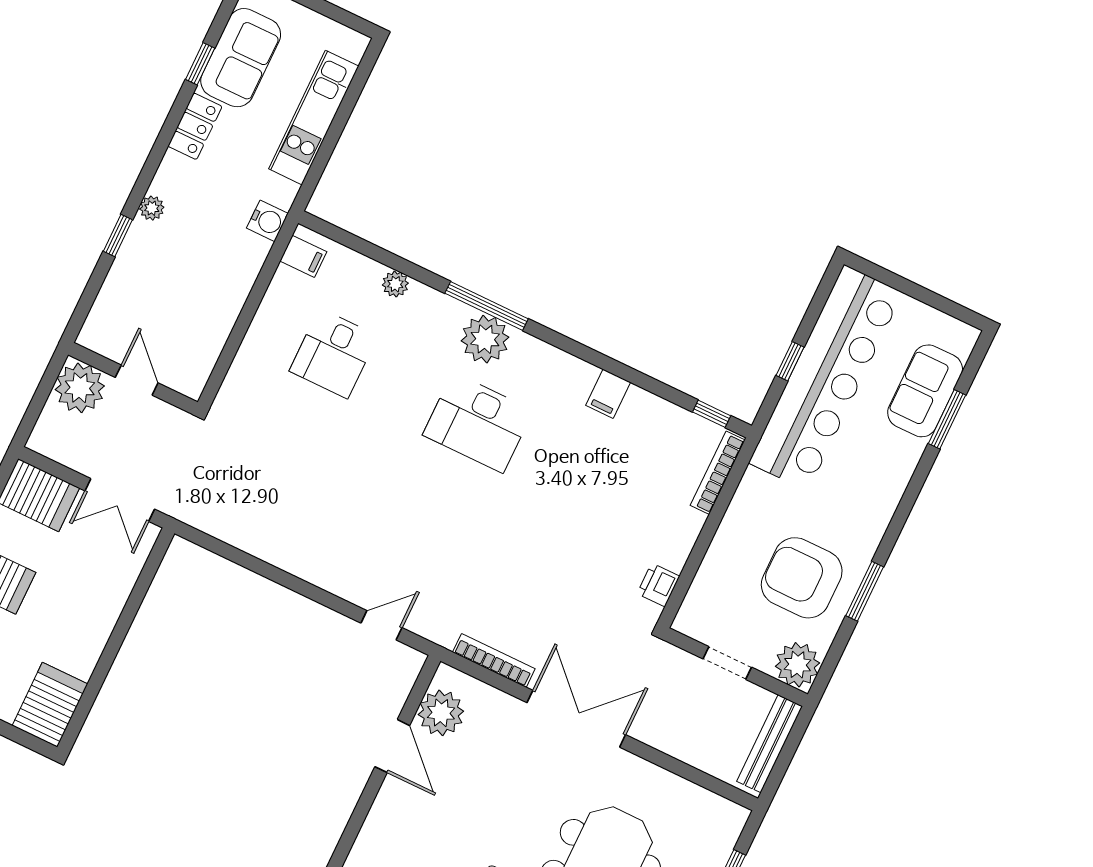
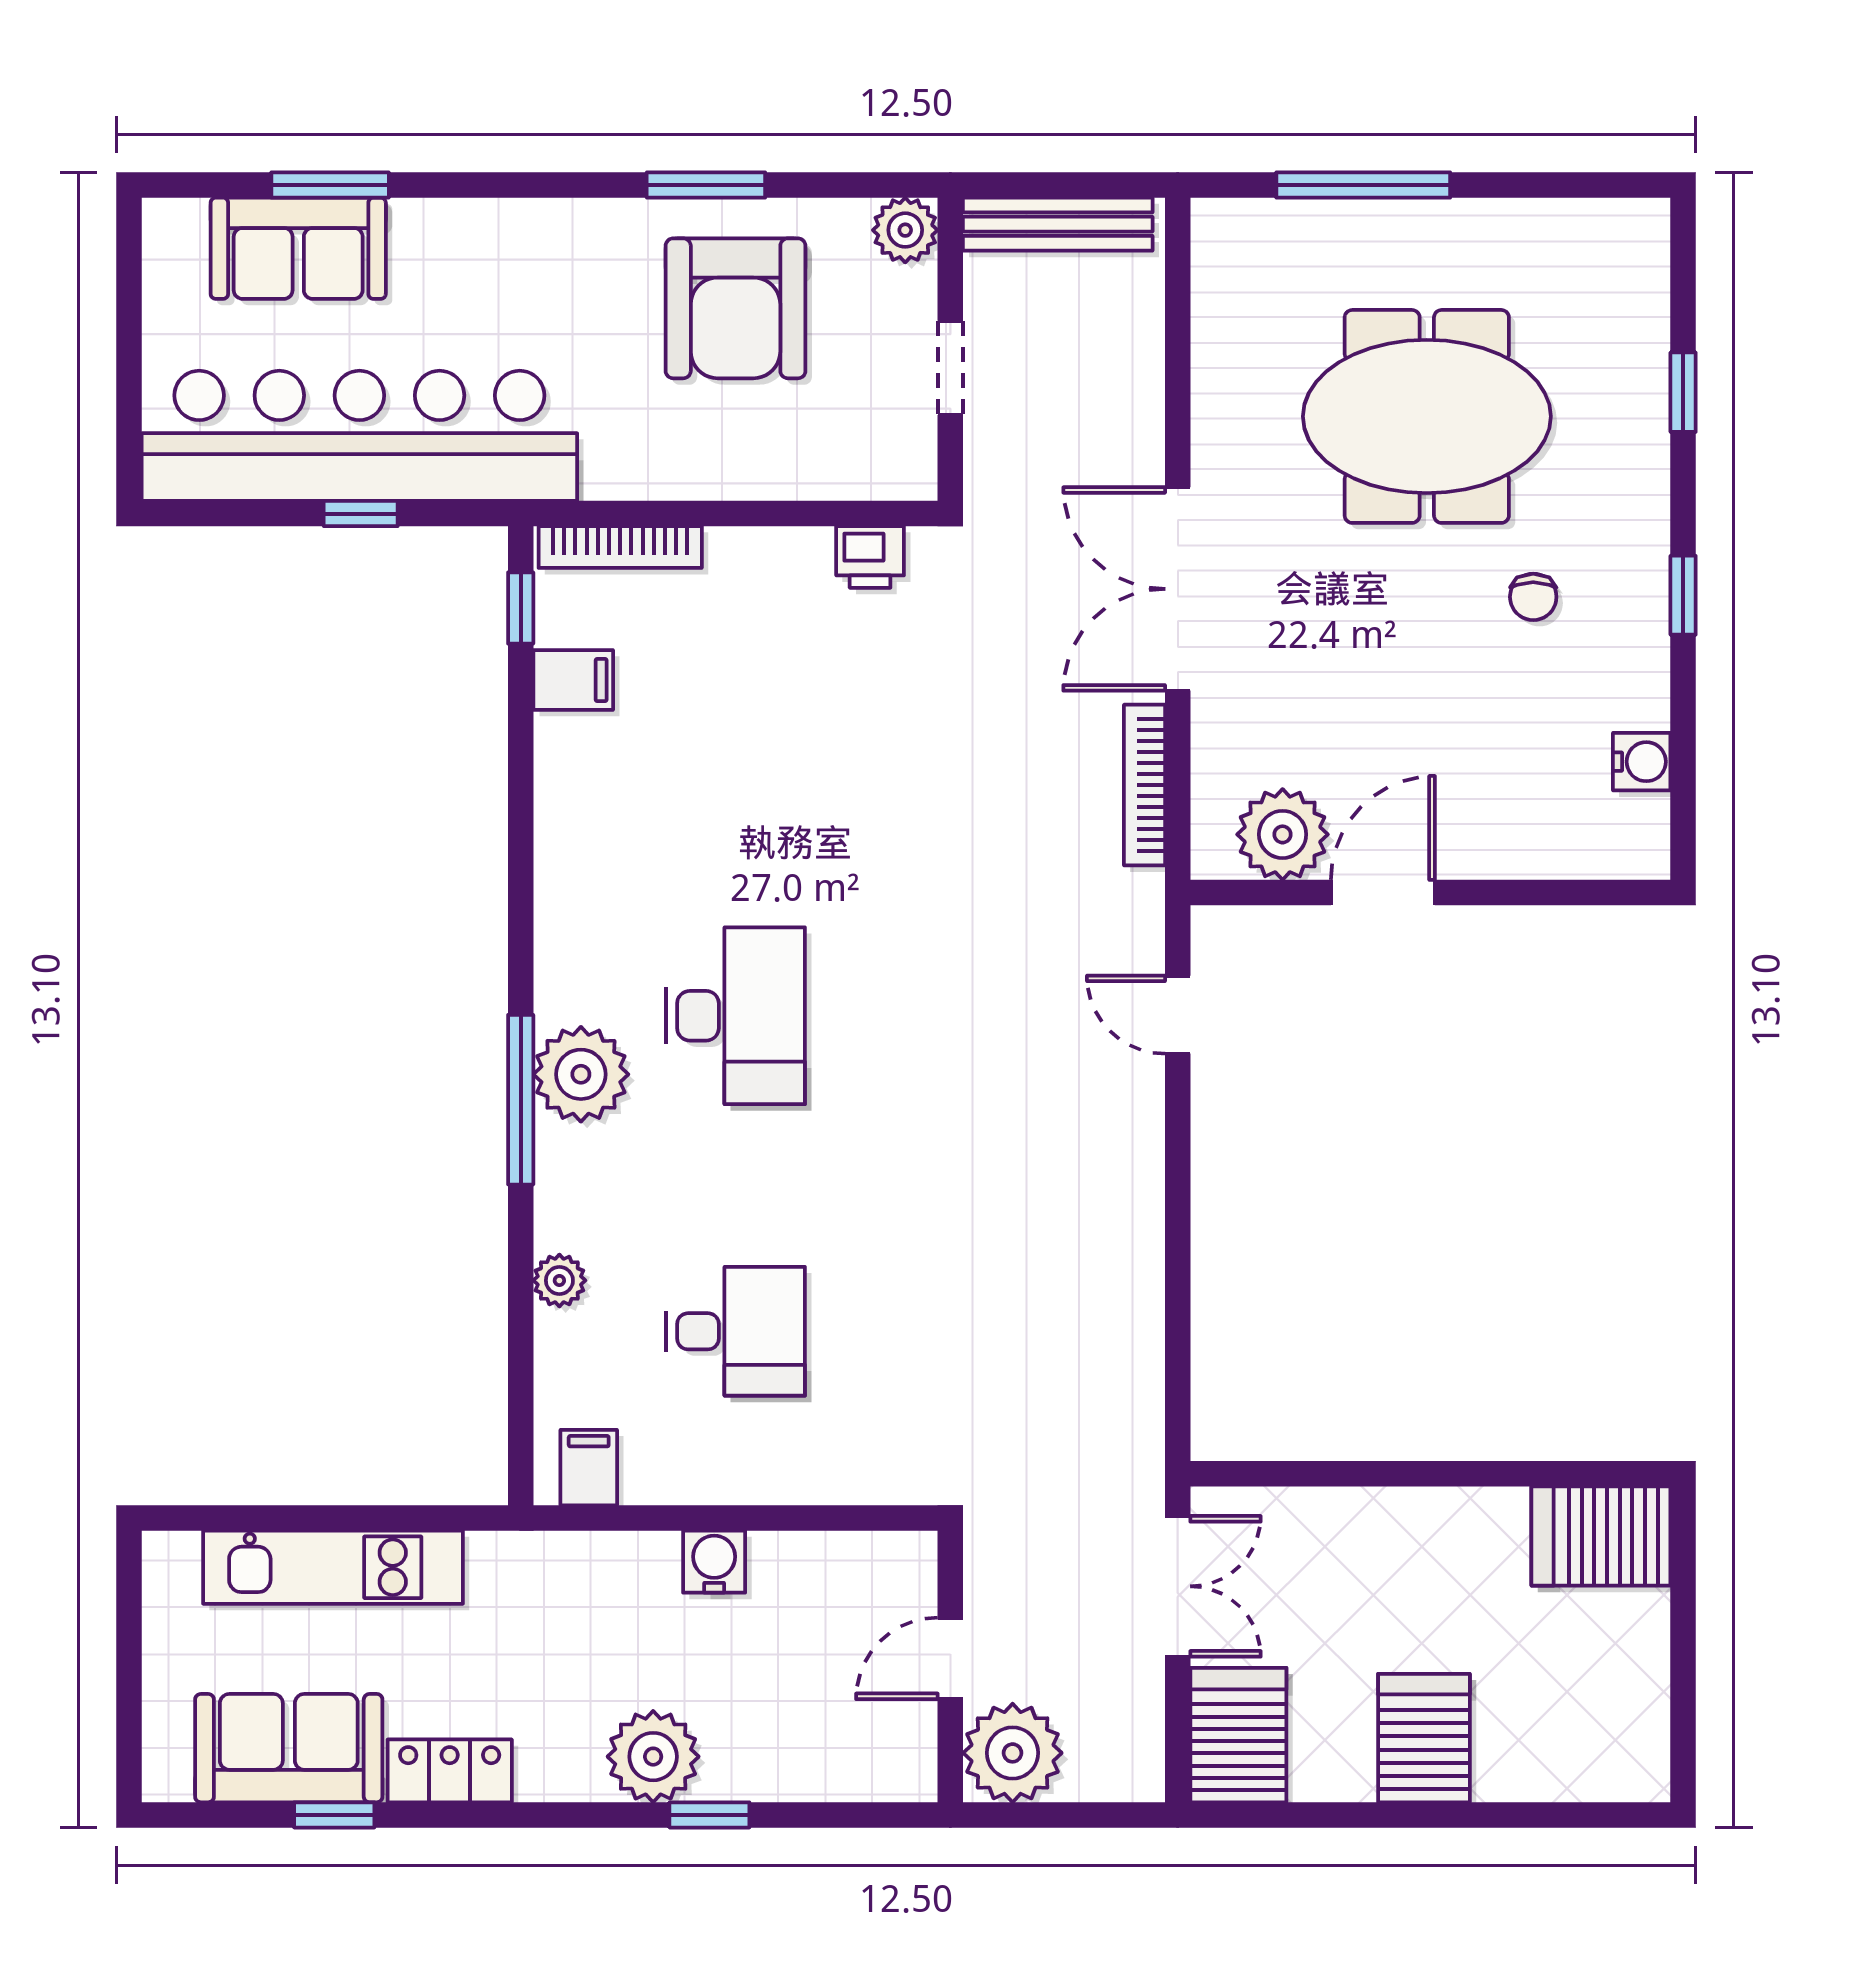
plant: (152, 208) -> (653, 1757), width x1.88, depth x1.88
water cooler: (267, 221) -> (714, 1562), moved
filing cabinet: (608, 394) -> (573, 680), moved
plant: (797, 665) -> (905, 230), width x0.73, depth x0.73

